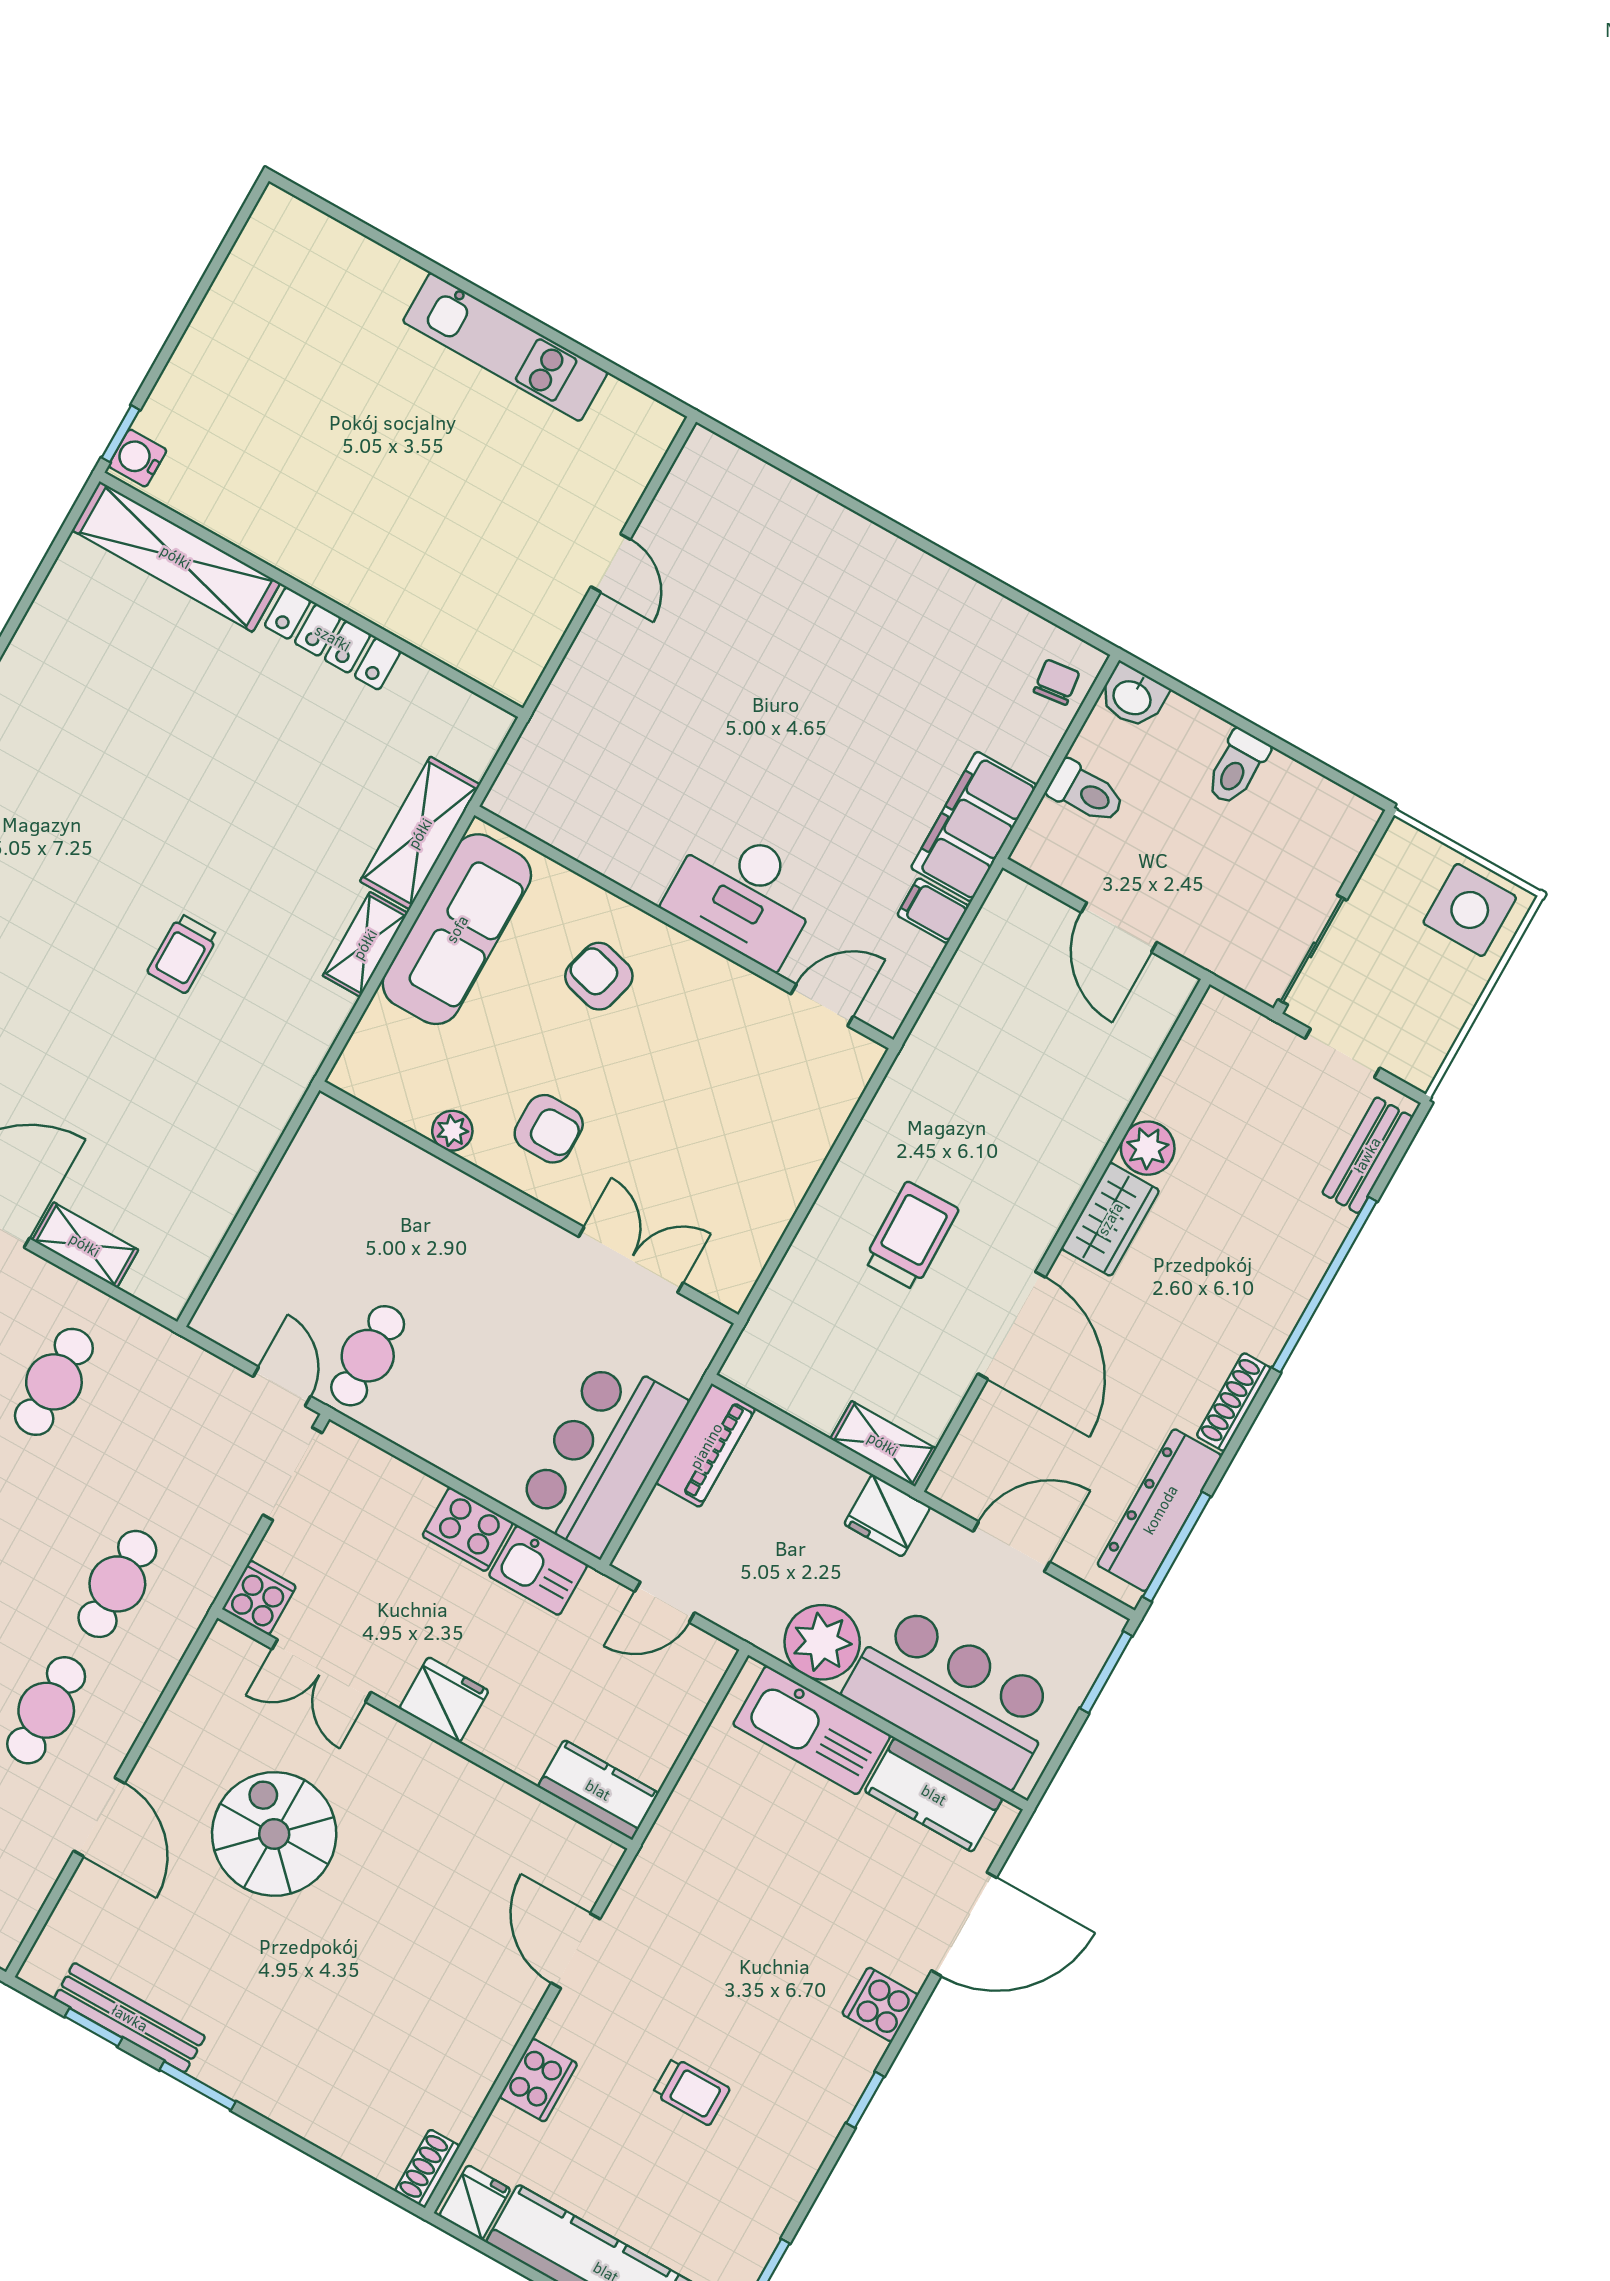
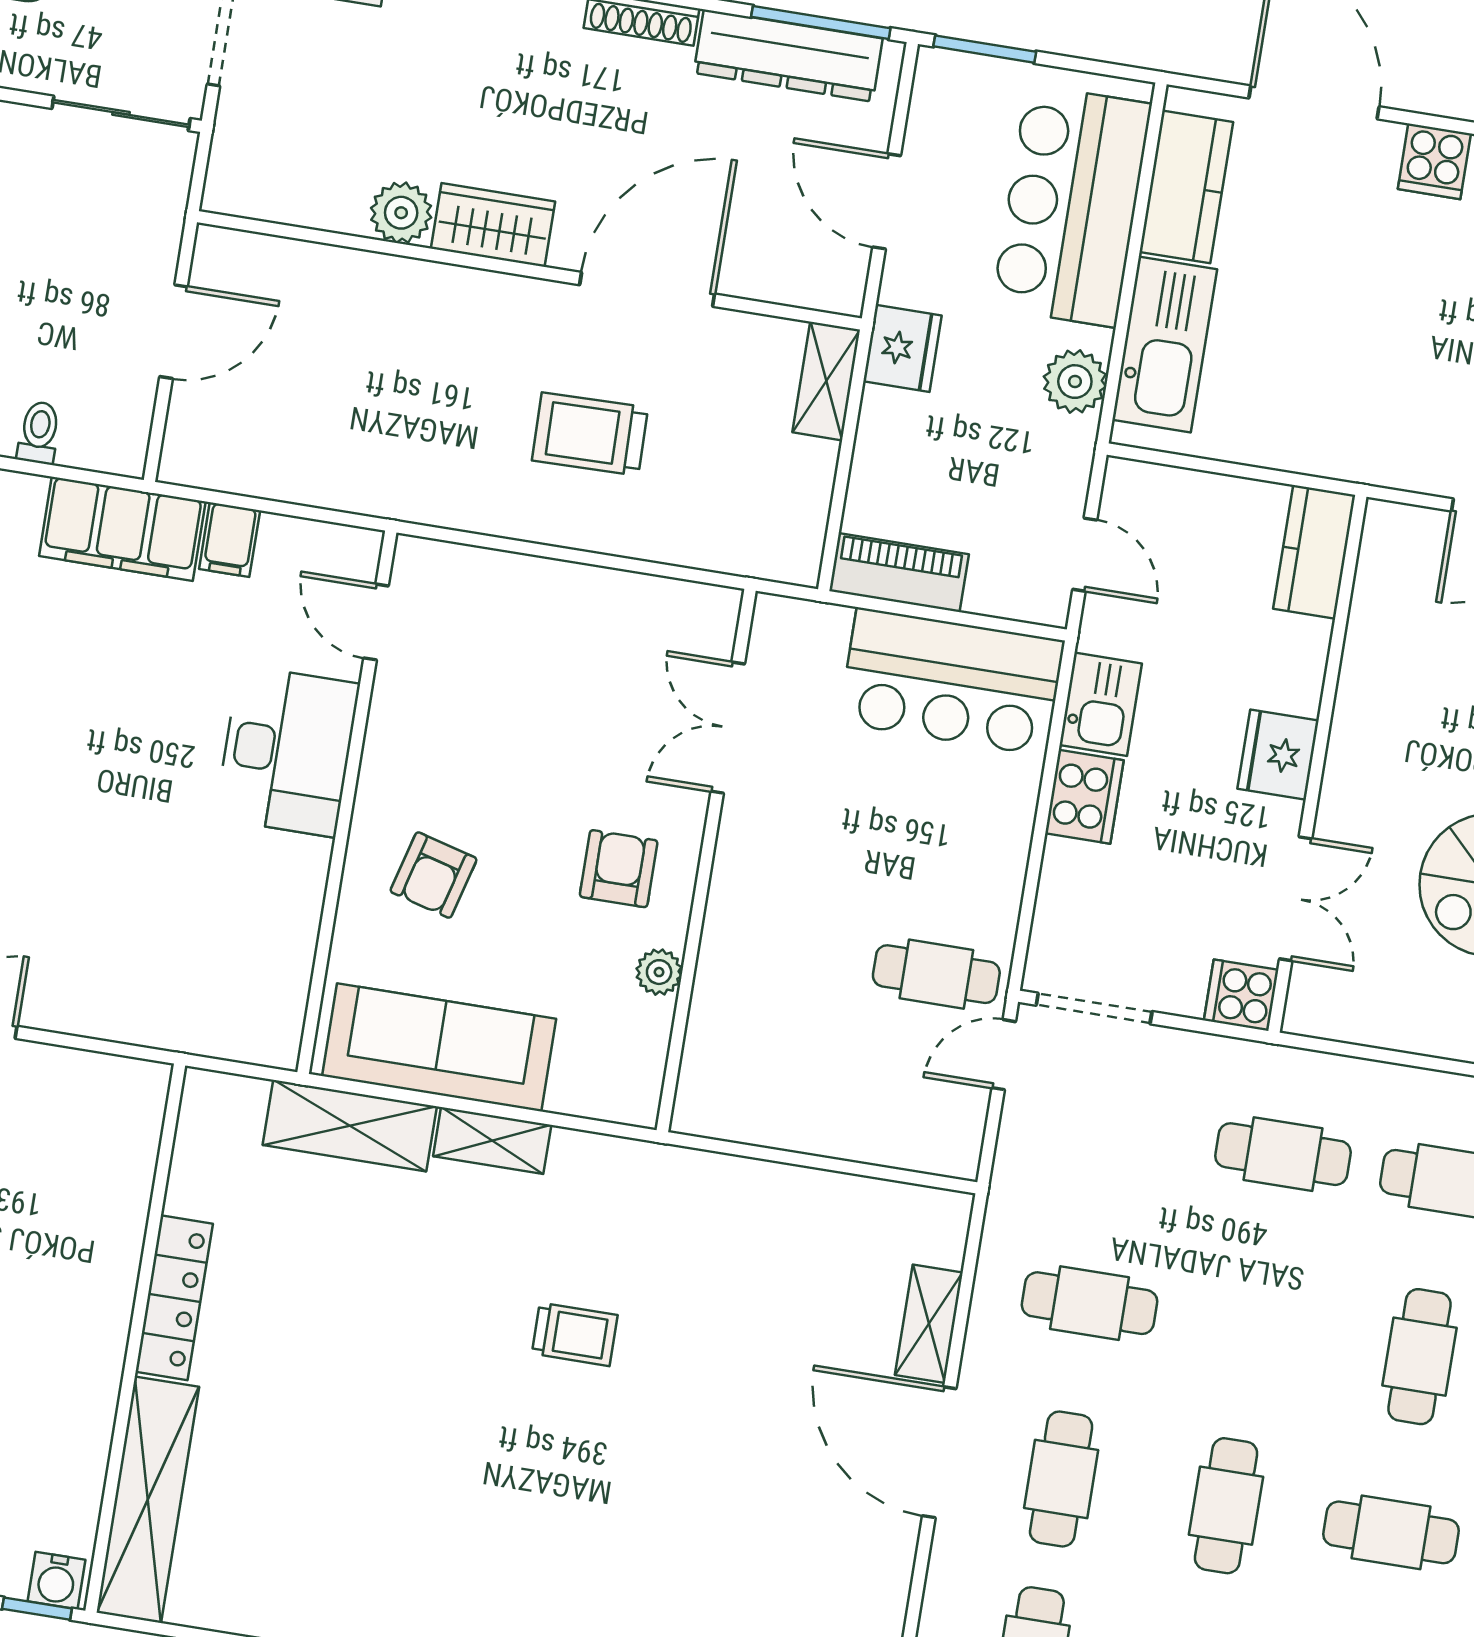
toilet: (1086, 792) -> (39, 433), width x0.73, depth x0.72
plant: (822, 1642) -> (1075, 382), width x0.73, depth x0.73

